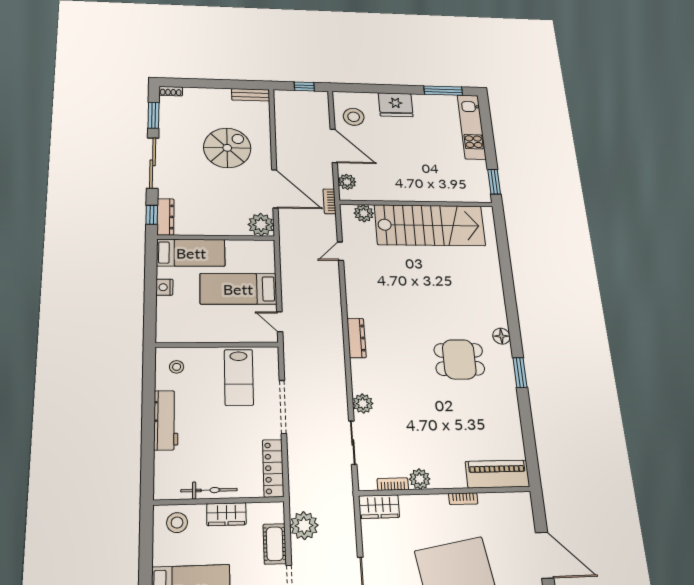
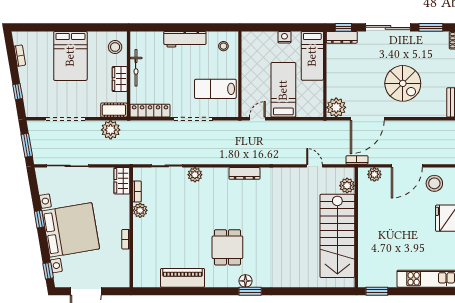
window: (520, 372) -> (250, 291), moved
piano: (498, 474) -> (183, 278), moved, turned -90
cot: (275, 544) -> (114, 110), moved

